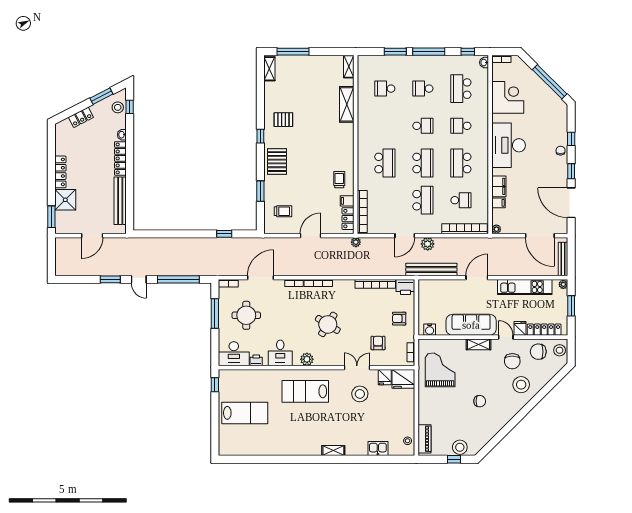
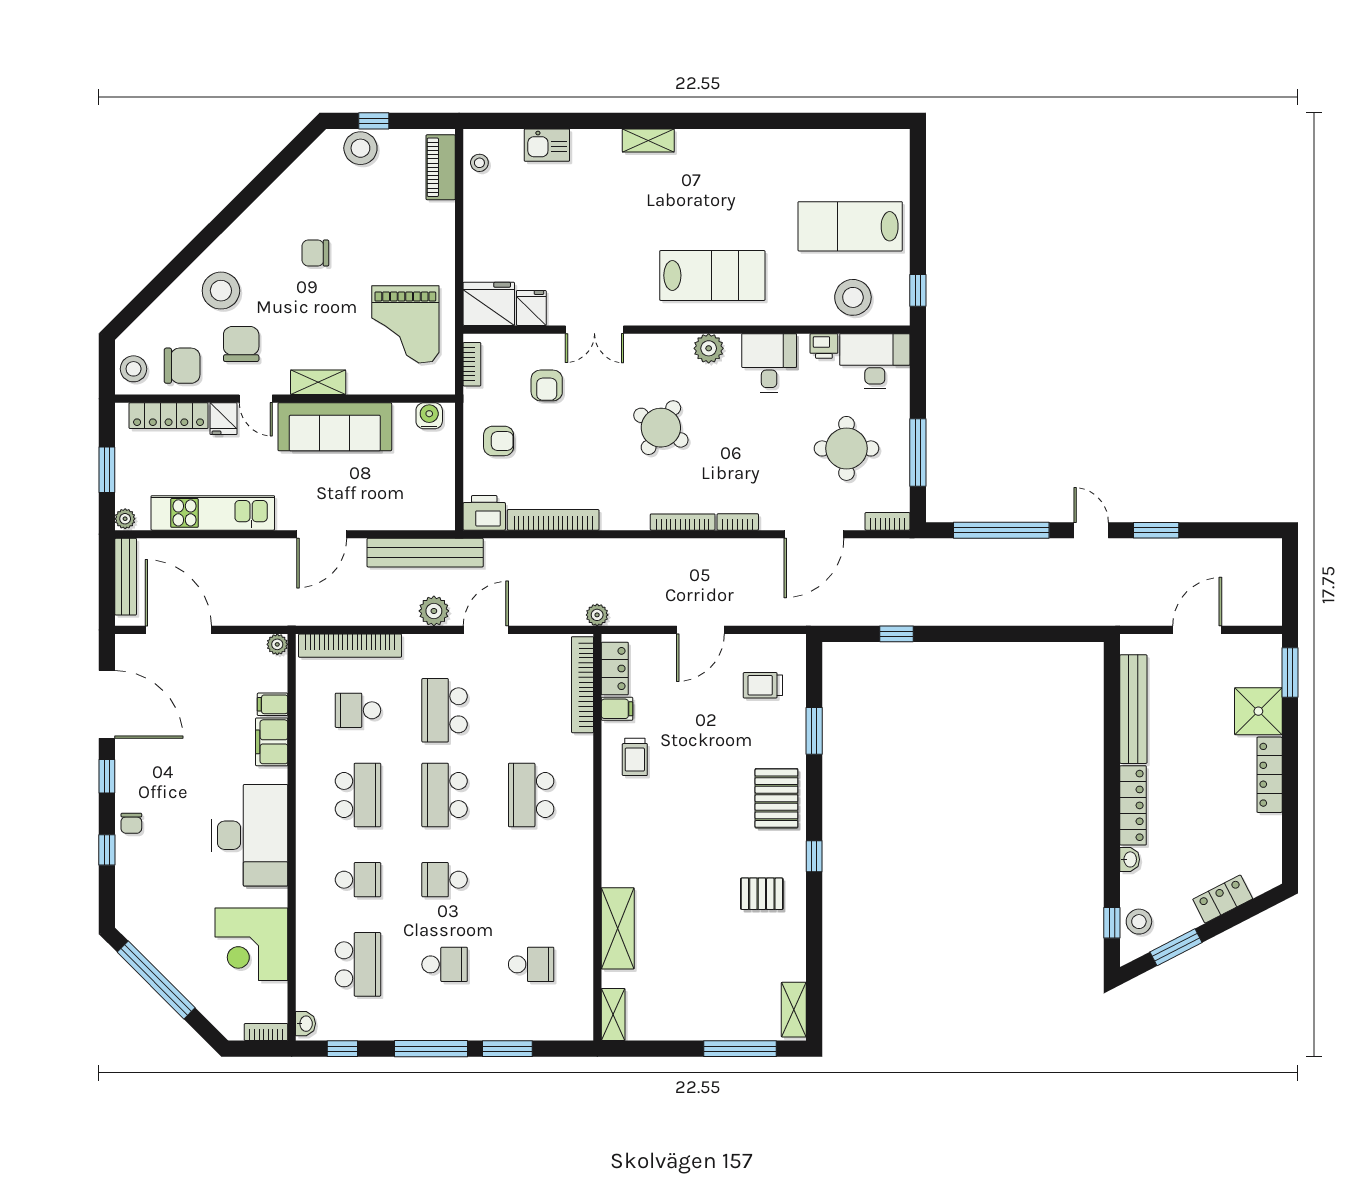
stool: (360, 394) -> (853, 297), moved

